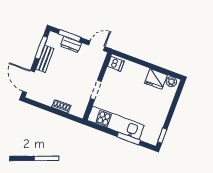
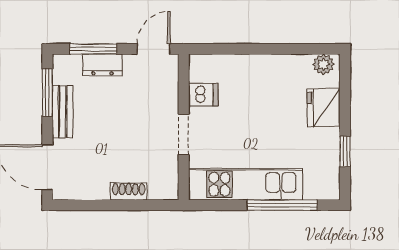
dishwasher: (116, 64) -> (203, 95), moved
fridge: (156, 79) -> (324, 108), moved, turned 90
window: (162, 136) -> (345, 151), moved
window: (129, 139) -> (282, 205), width x1.44

